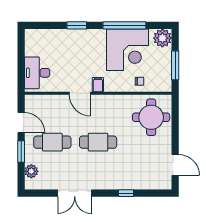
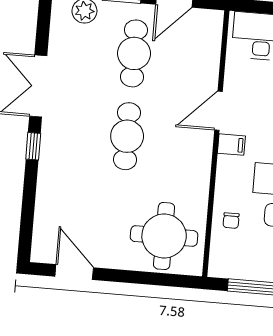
door: (175, 165) -> (74, 272), swing flipped
window: (126, 193) -> (33, 146), moved

